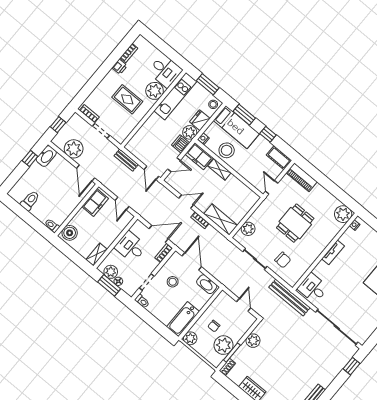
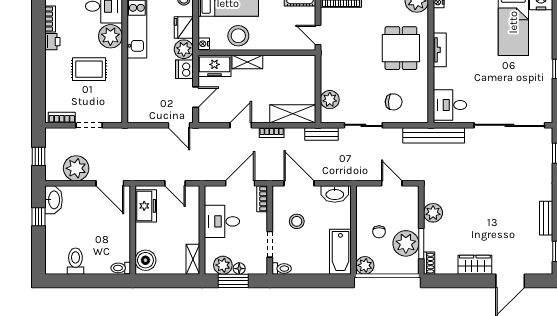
bench: (126, 160) -> (322, 134), moved
dining table: (295, 223) -> (401, 48), moved

